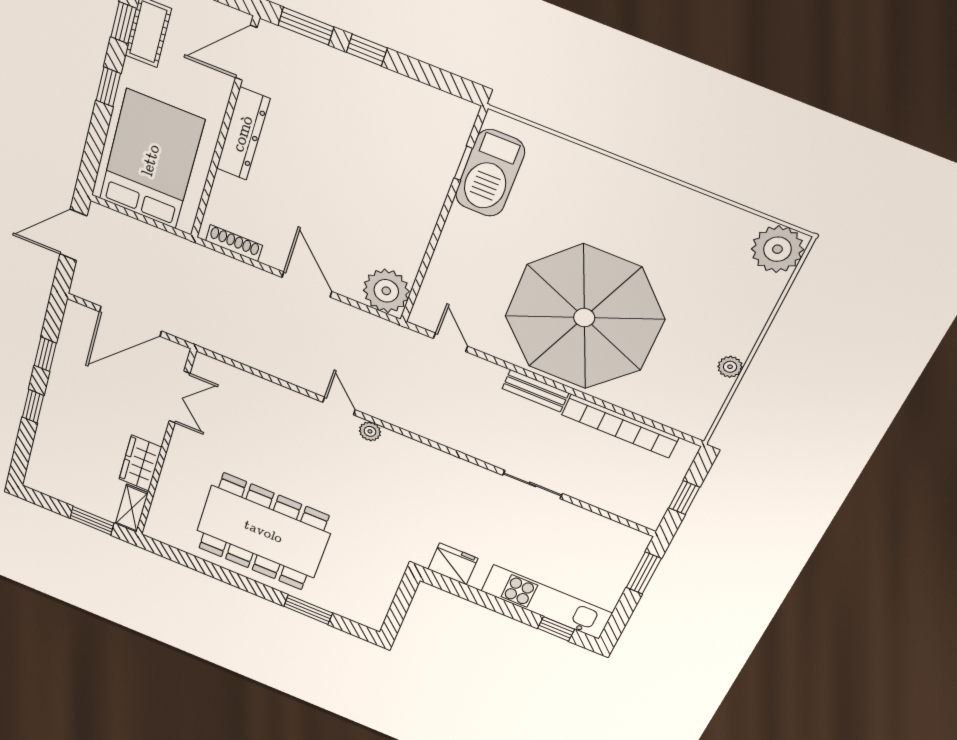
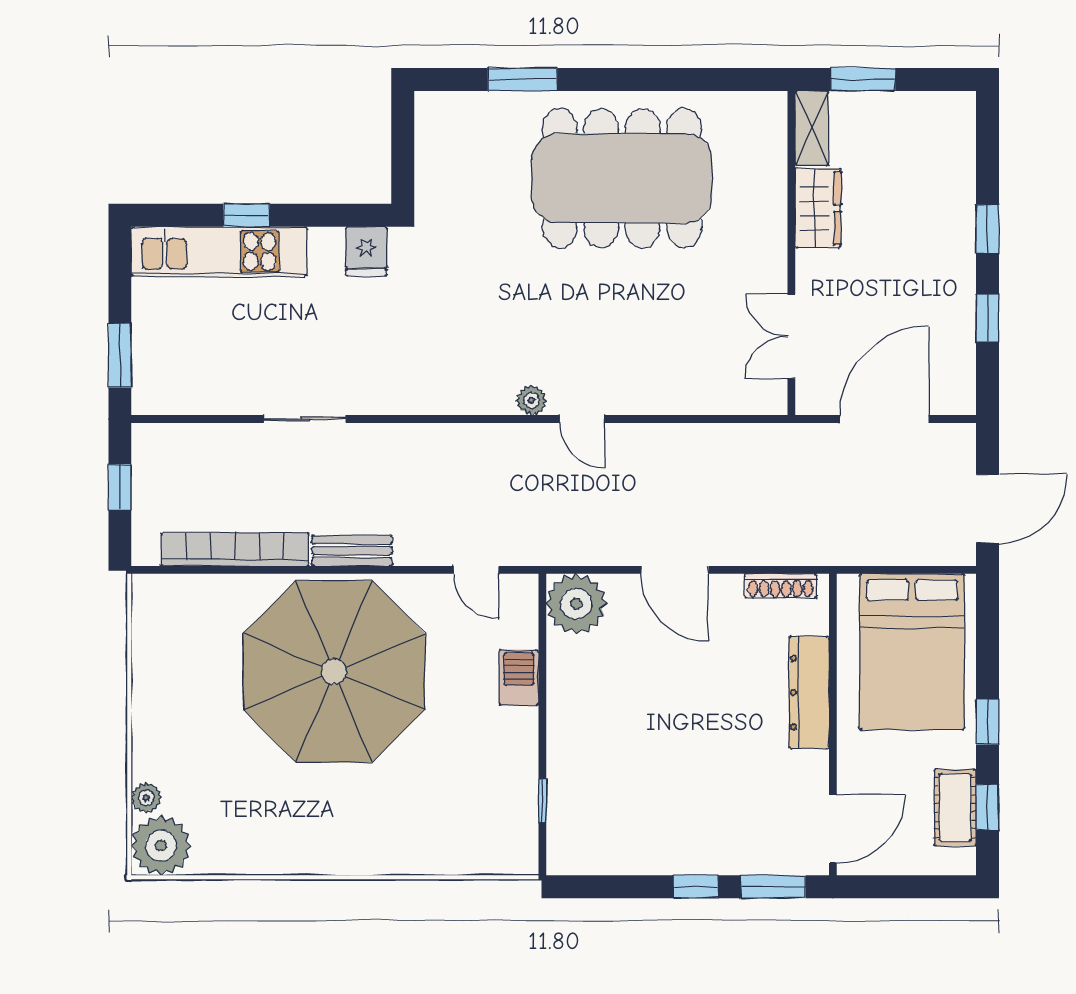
dresser: (243, 134) -> (809, 693), moved
barbecue: (490, 173) -> (519, 678), moved, width x0.53, depth x0.65
plant: (730, 367) -> (146, 798), moved
fridge: (453, 564) -> (366, 251), width x0.72
window: (556, 629) -> (246, 215), moved

